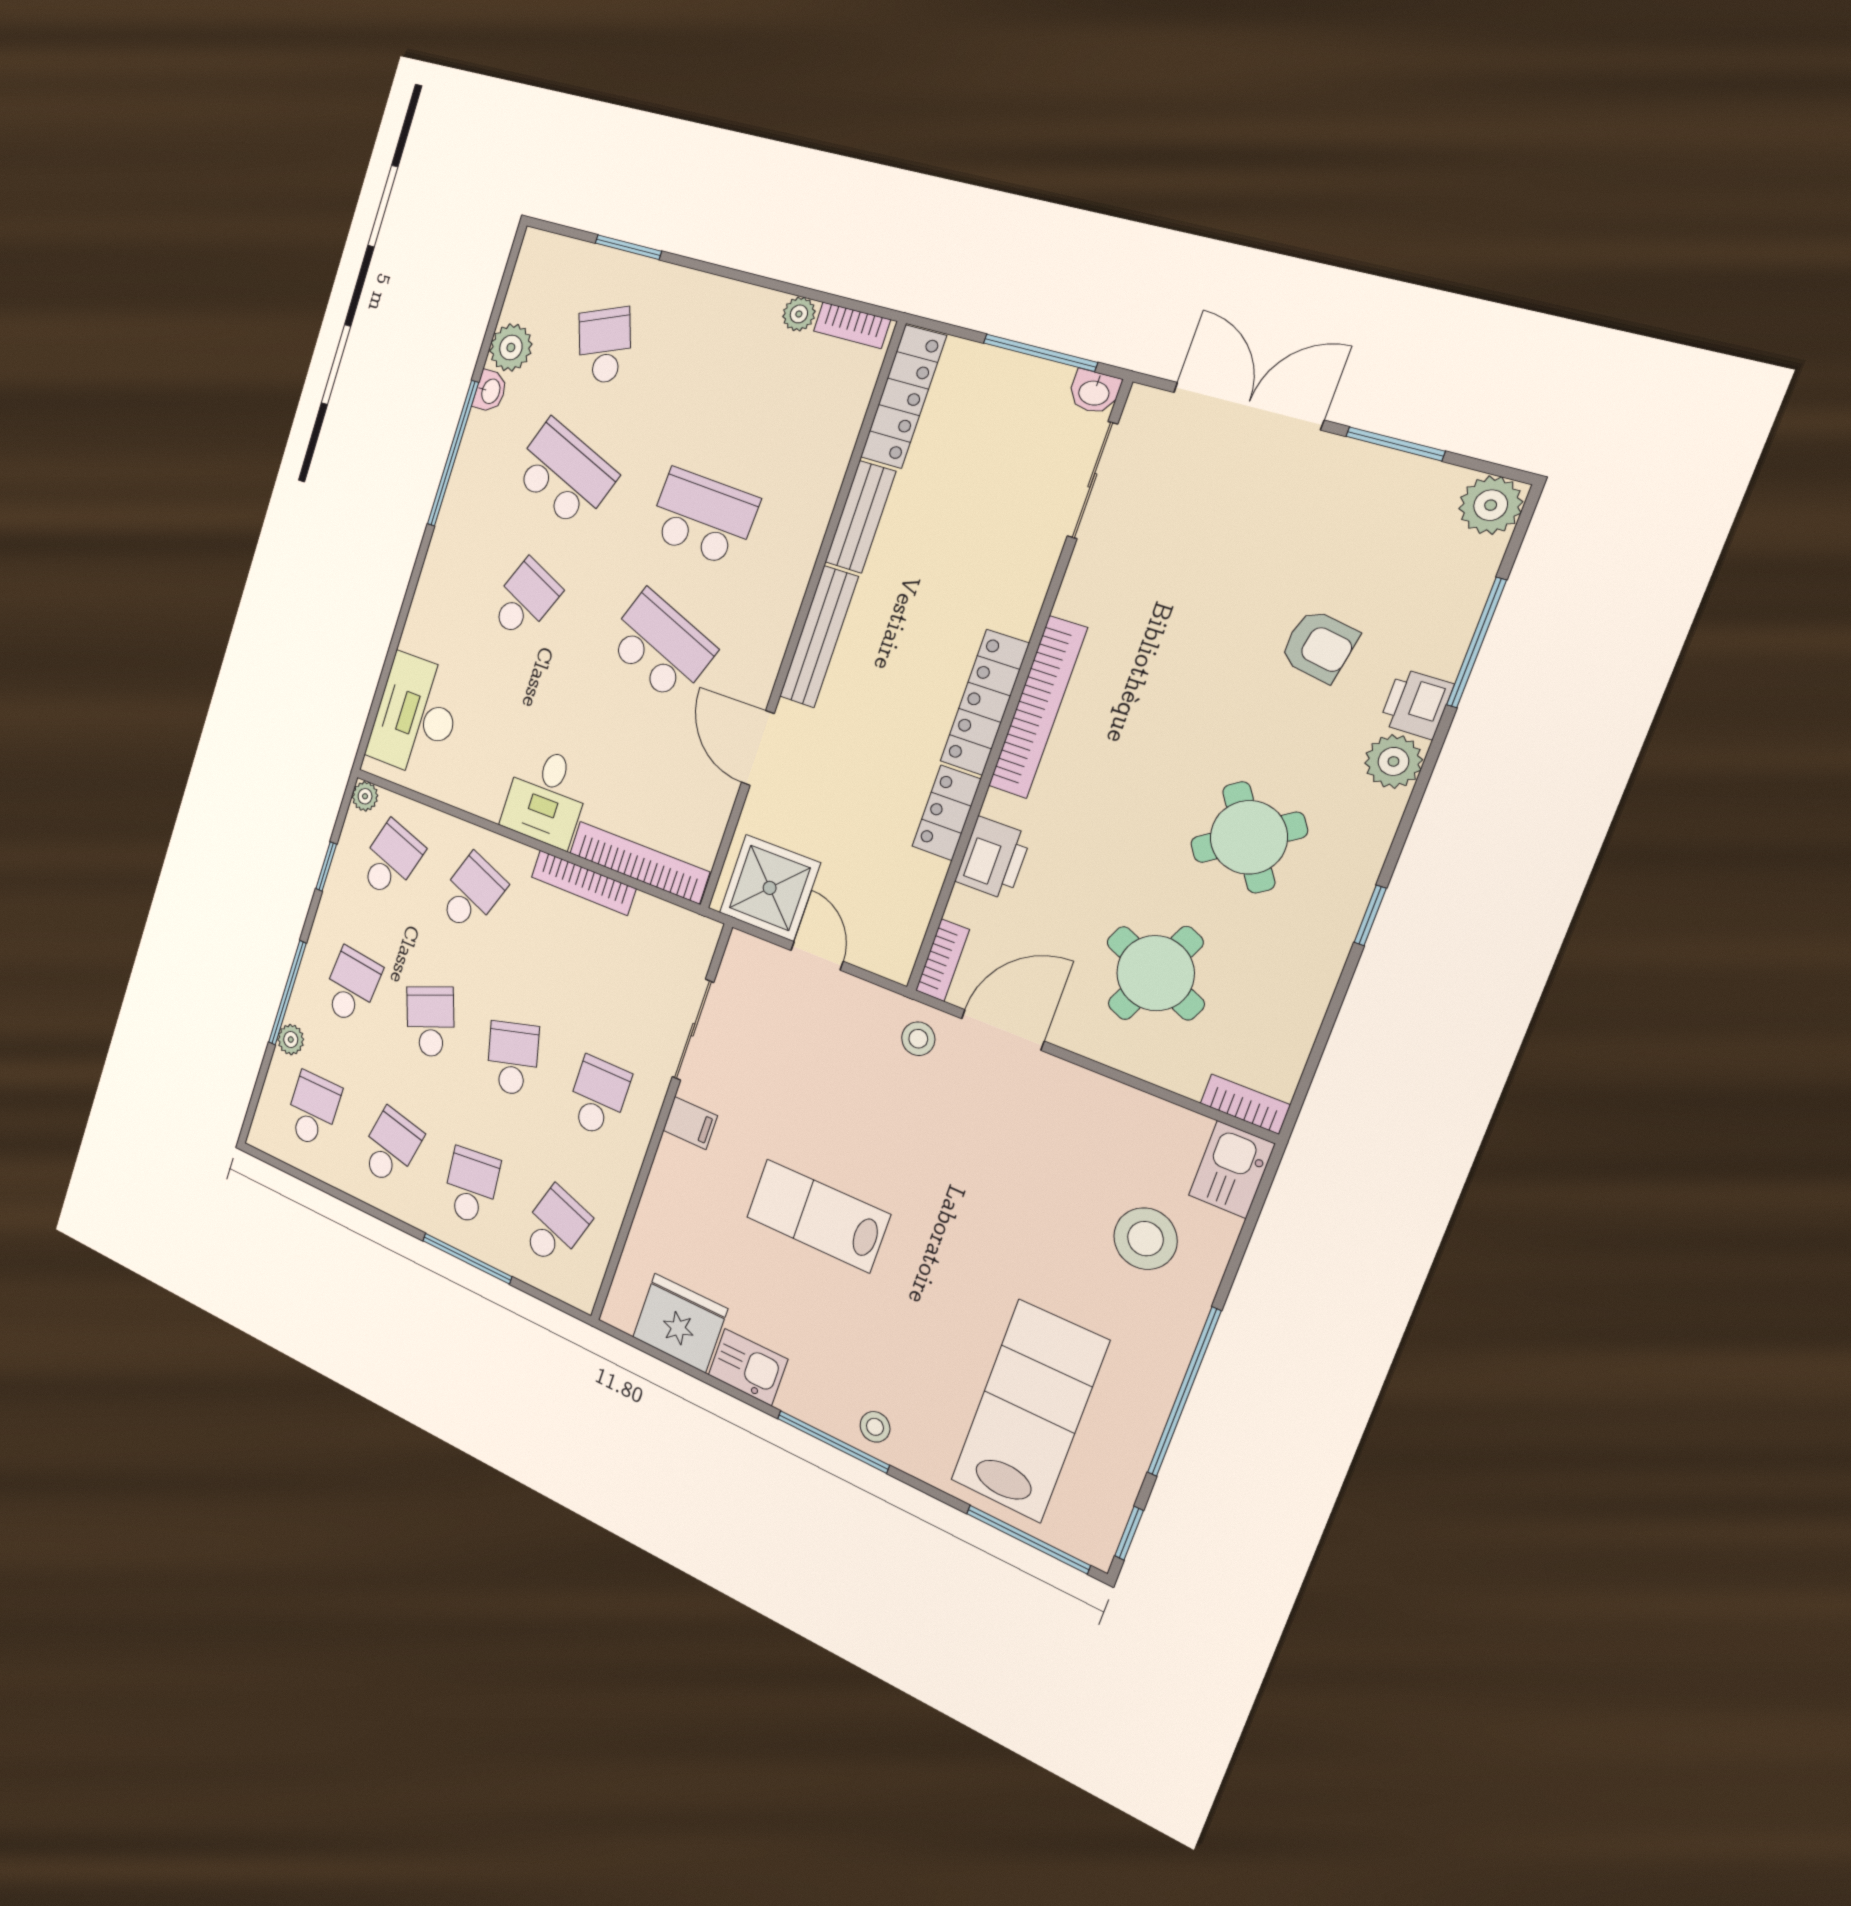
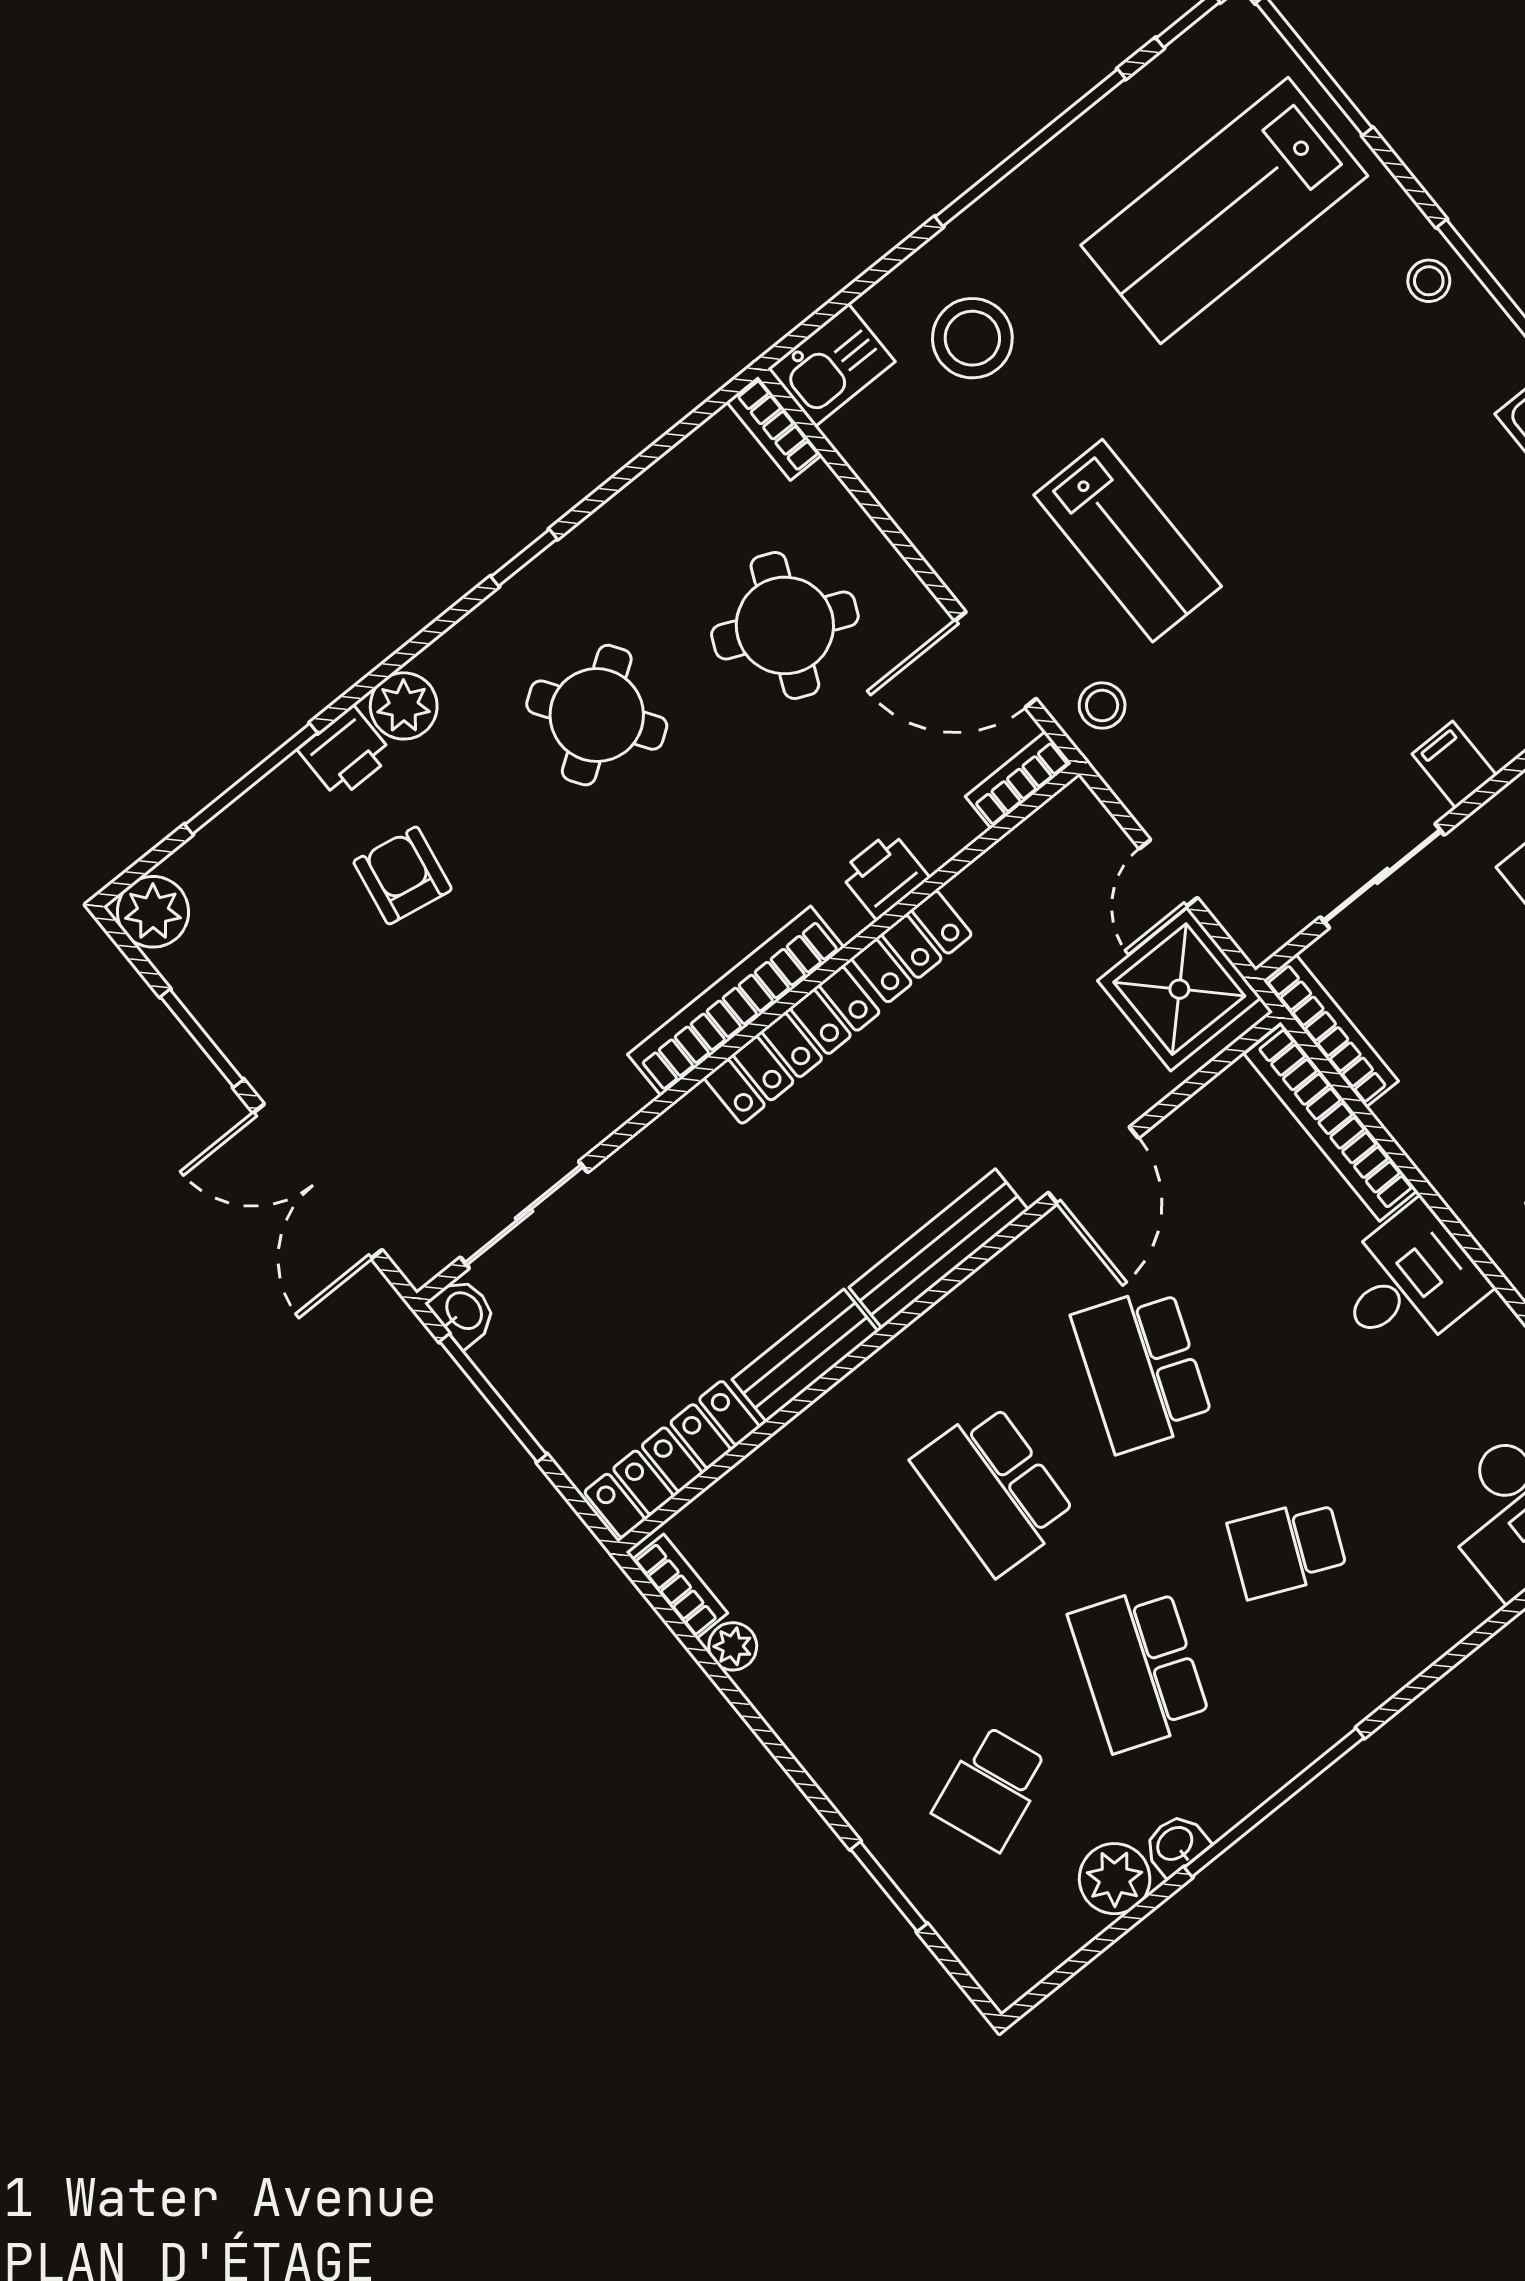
printer: (993, 858) -> (884, 875), width x0.73, depth x0.81
bookcase: (583, 883) -> (1331, 1031), moved
lab bench: (818, 1216) -> (1128, 541), moved

